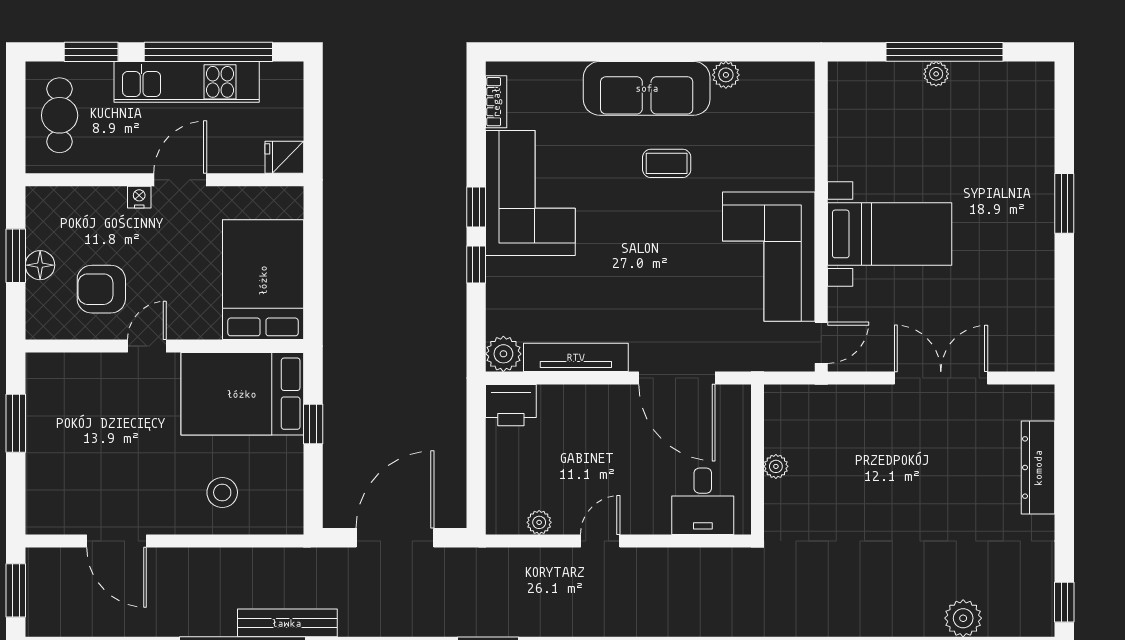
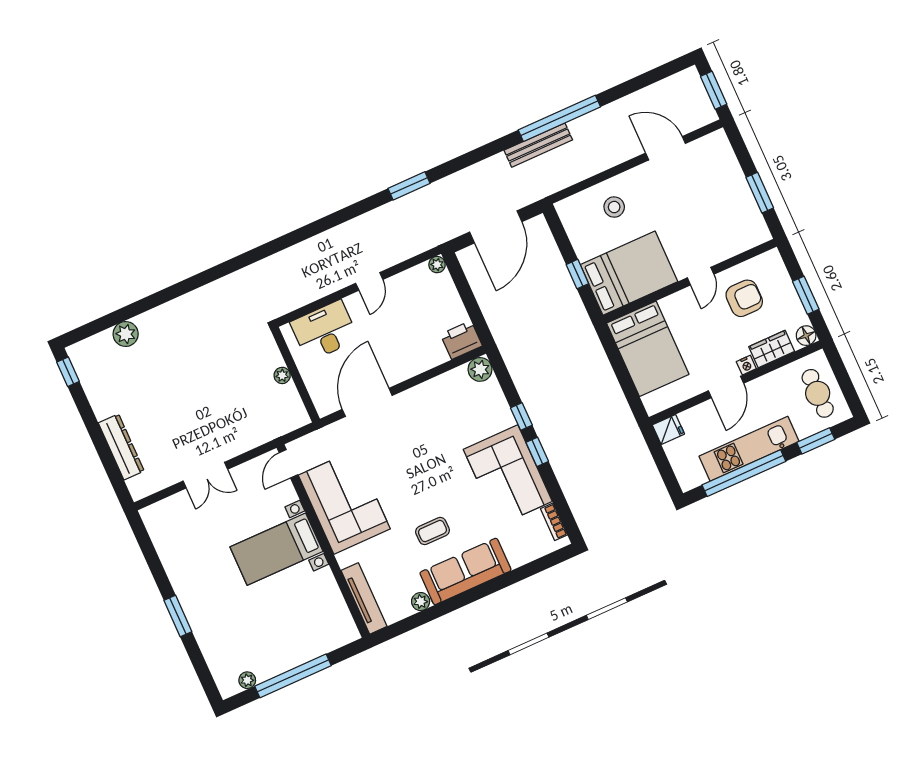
plant: (936, 74) -> (247, 680), moved
wardrobe: (95, 203) -> (772, 349), added
floor lamp: (40, 265) -> (806, 336), moved
tv unit: (576, 357) -> (364, 598), moved, turned -90
door: (677, 378) -> (367, 402), hinge flipped
double door: (941, 378) -> (205, 475), width x0.73
desk: (703, 501) -> (324, 331), width x1.37
plant: (539, 522) -> (437, 265), moved

